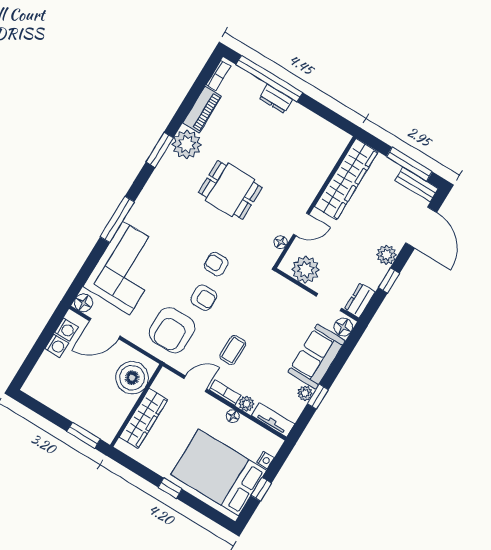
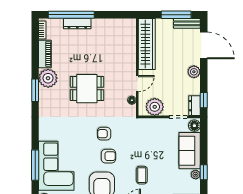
dresser: (276, 99) -> (77, 24), width x1.44
window: (117, 219) -> (35, 165), moved
window: (389, 280) -> (204, 100), moved

